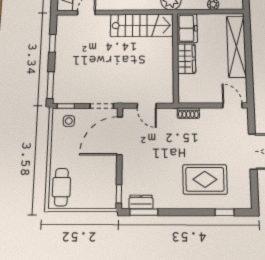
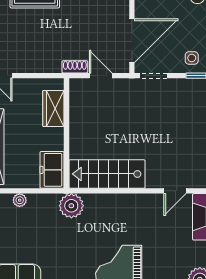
wardrobe: (186, 59) -> (53, 108), moved
shoe rack: (188, 113) -> (75, 67), moved

